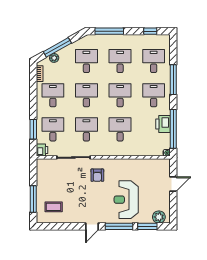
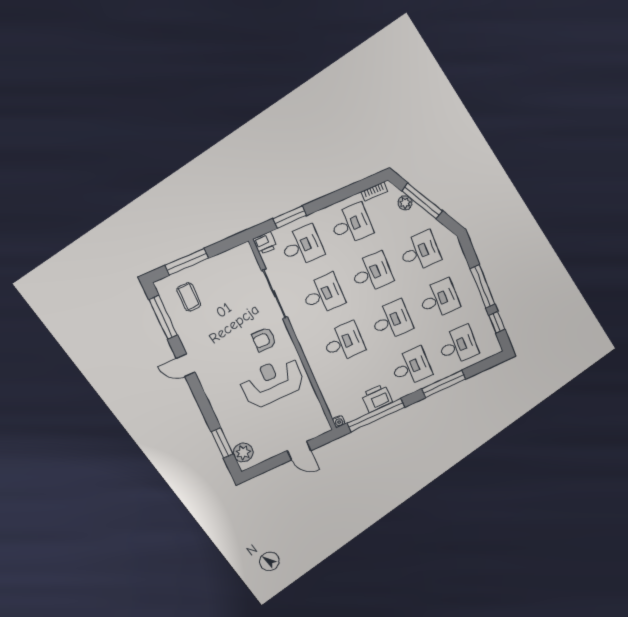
window: (109, 31) -> (483, 286), moved
reception desk: (126, 200) -> (272, 382), moved
window: (119, 226) -> (163, 317), moved

